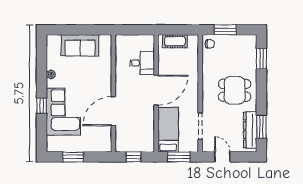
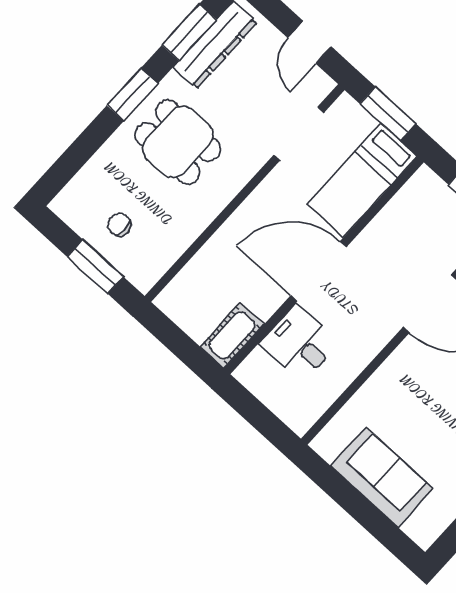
cot: (175, 41) -> (232, 335), moved, turned 90
chair: (210, 44) -> (119, 225), moved
window: (261, 59) -> (132, 94), moved

